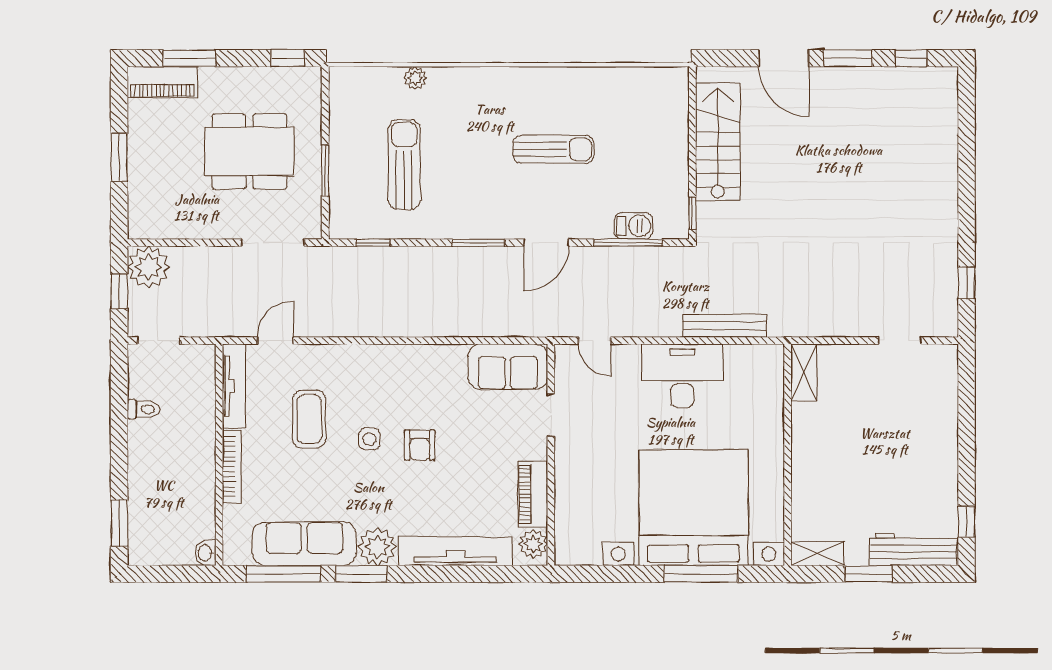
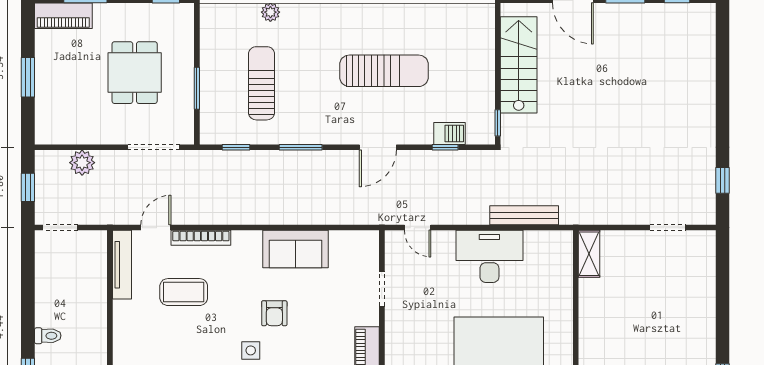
sun lounger: (554, 149) -> (384, 71), width x1.36, depth x1.34
dining table: (249, 151) -> (135, 73), width x0.73
window: (478, 243) -> (301, 147), moved
window: (628, 243) -> (445, 147), width x0.46
plant: (148, 267) -> (82, 163), moved, width x0.73, depth x0.73
sofa: (508, 367) -> (295, 249), moved
toilet: (143, 409) -> (48, 336), moved
coffee table: (309, 419) -> (184, 292), turned 90
side table: (369, 439) -> (251, 350), moved
bookcase: (232, 466) -> (201, 238), moved, turned 90

